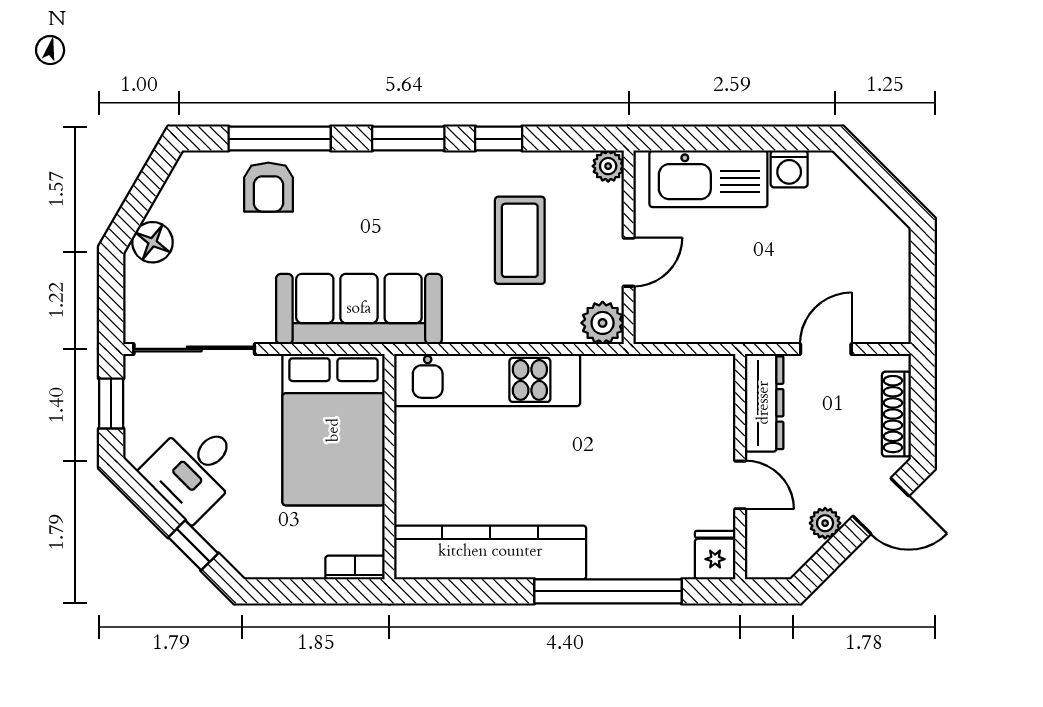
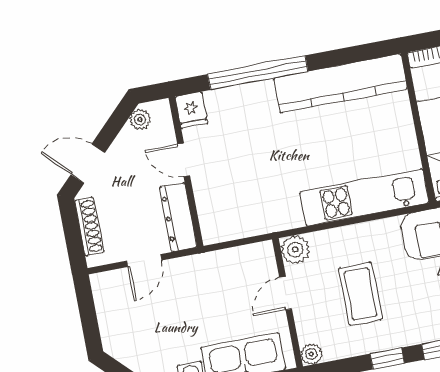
plant: (825, 523) -> (140, 120), moved

